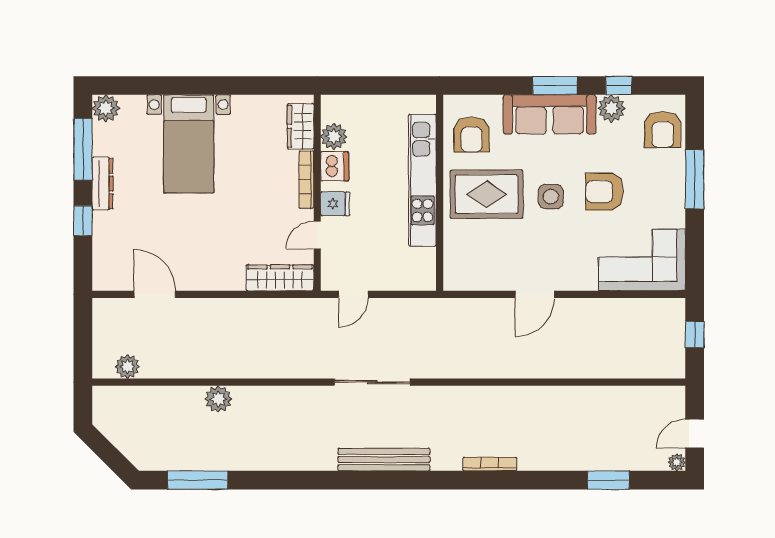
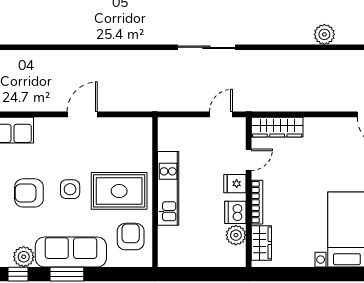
kitchen unit: (422, 180) -> (168, 188), width x0.73
armchair: (604, 192) -> (29, 193), turned 180

